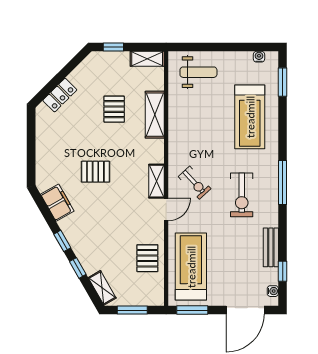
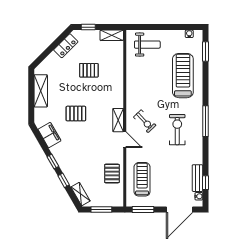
locker: (60, 95) -> (66, 46), moved
pallet: (114, 109) -> (89, 70), turned 90
shelving: (155, 115) -> (41, 91), moved
treadmill: (250, 117) -> (183, 76), turned 180
exercise bike: (242, 195) -> (177, 130), turned 180
door: (166, 209) -> (125, 140), hinge flipped
bench: (271, 247) -> (197, 178), moved
treadmill: (191, 267) -> (142, 179), width x0.73, depth x0.73

